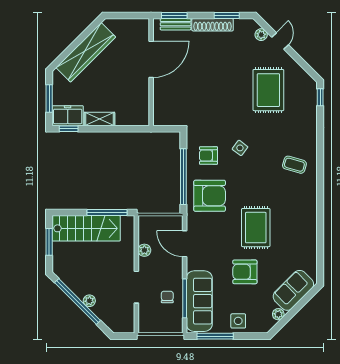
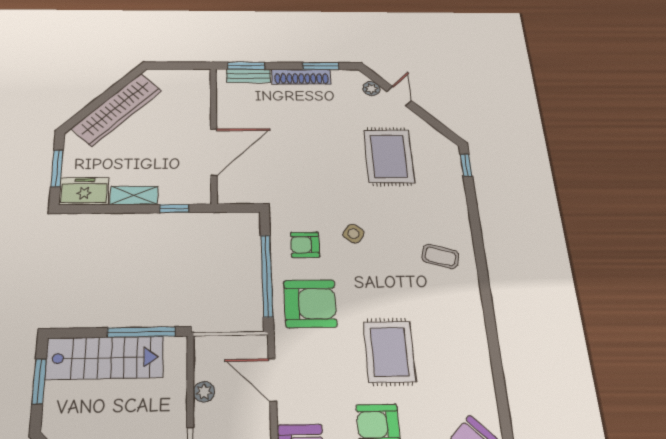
door: (151, 59) -> (214, 152), moved
window: (69, 129) -> (174, 208), moved

